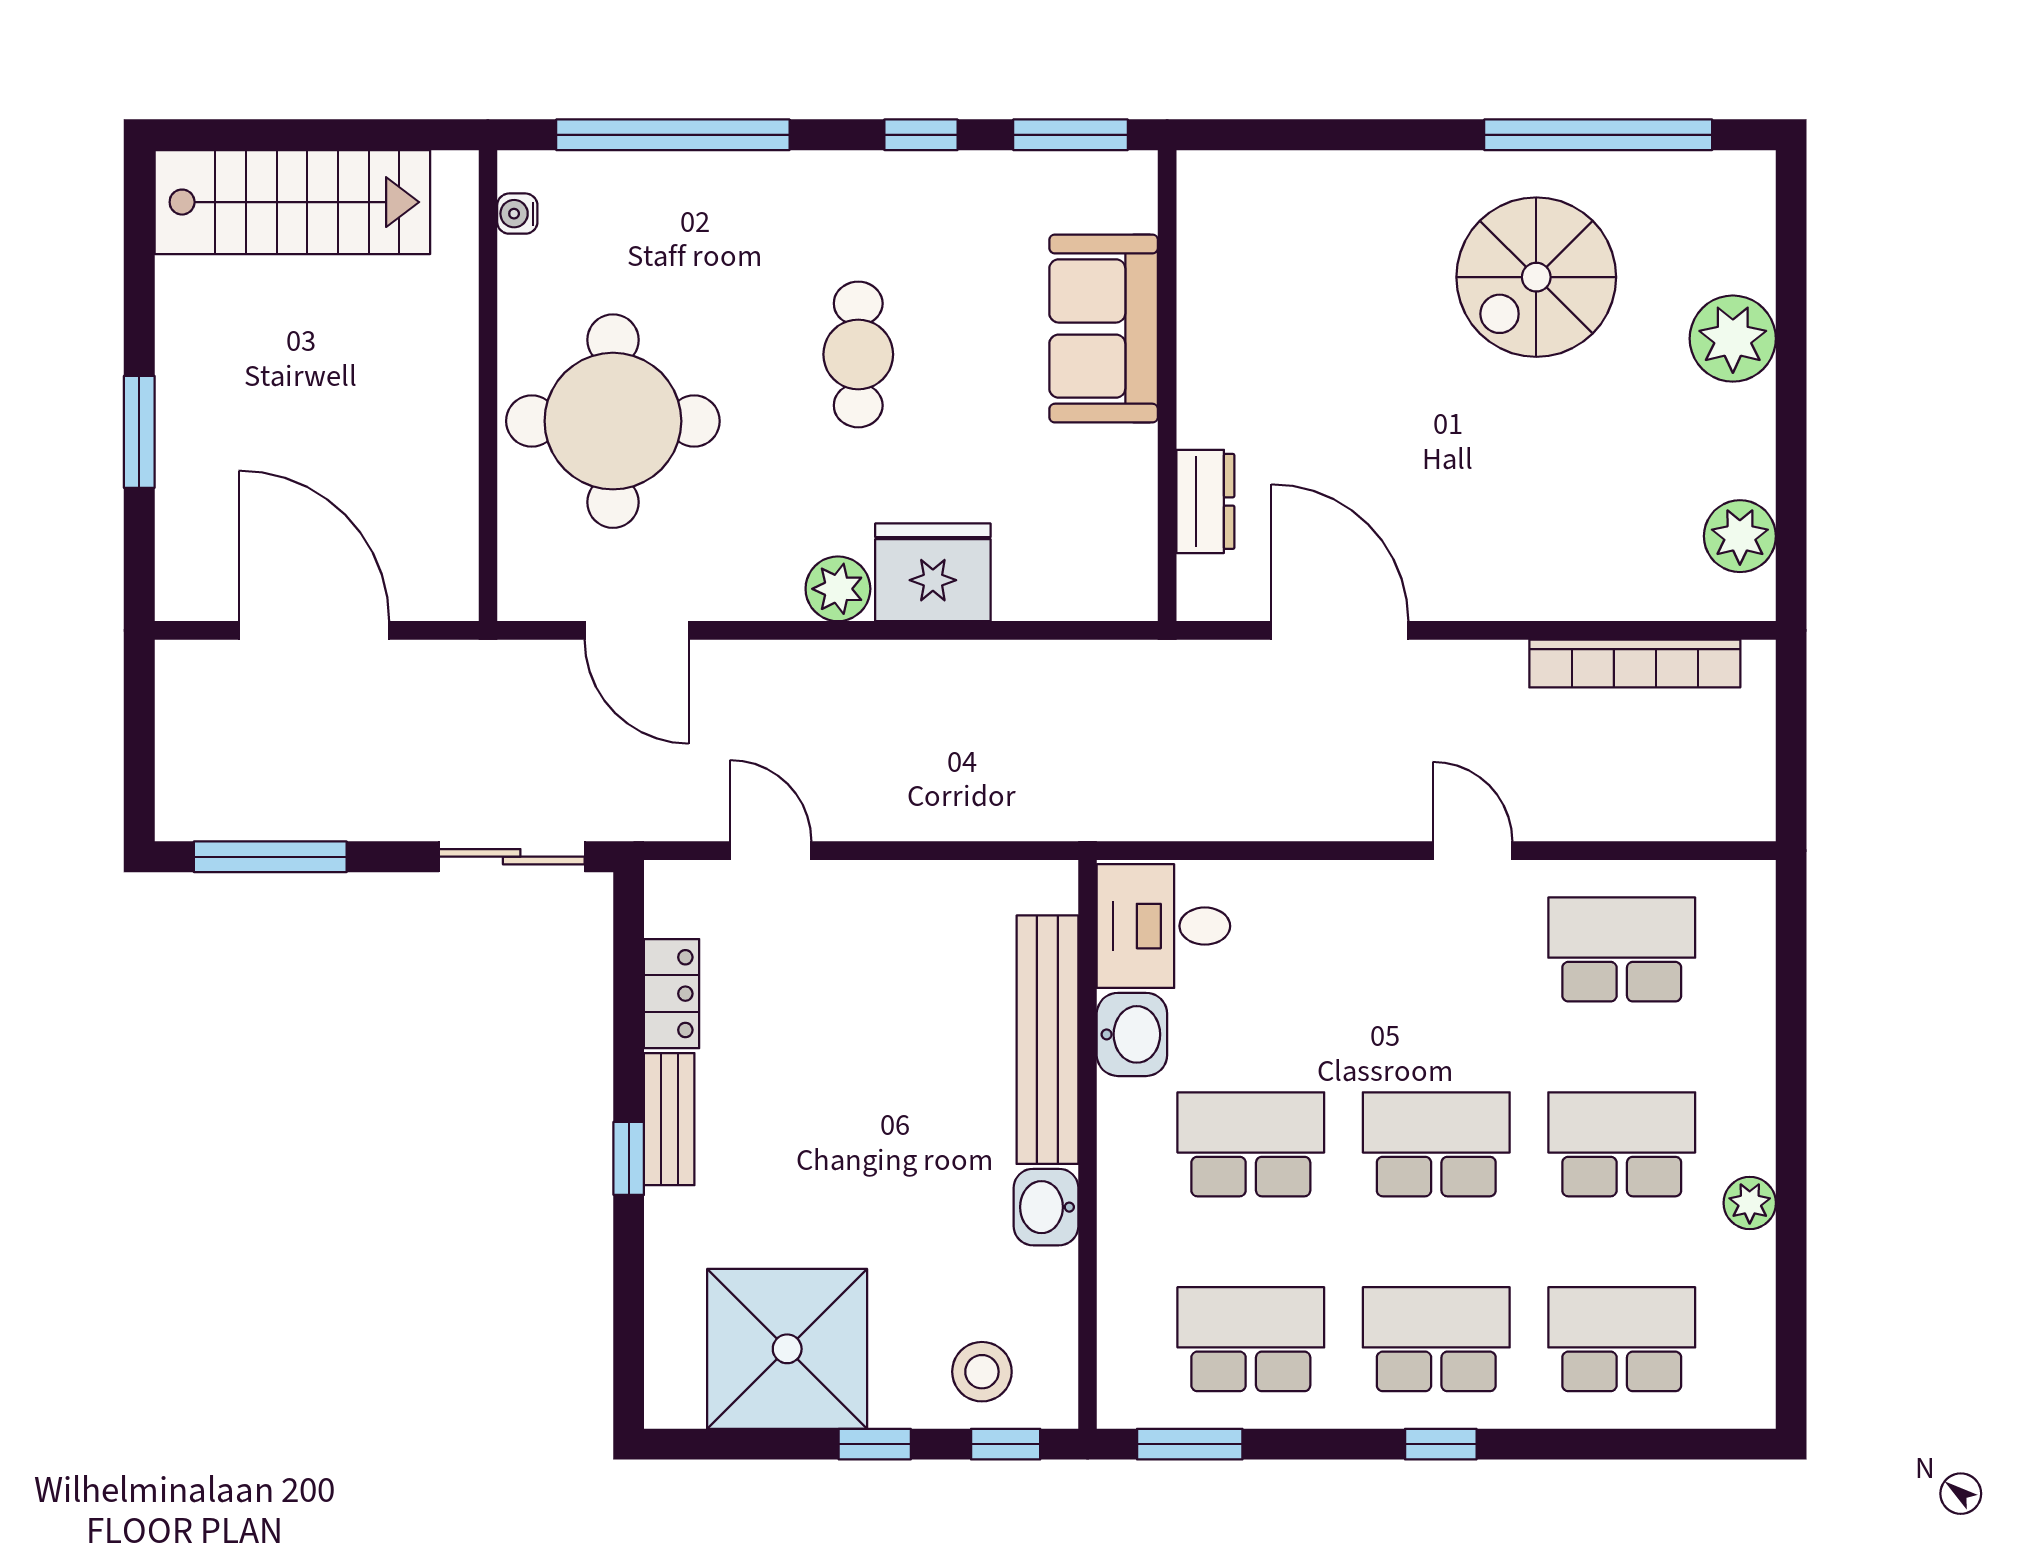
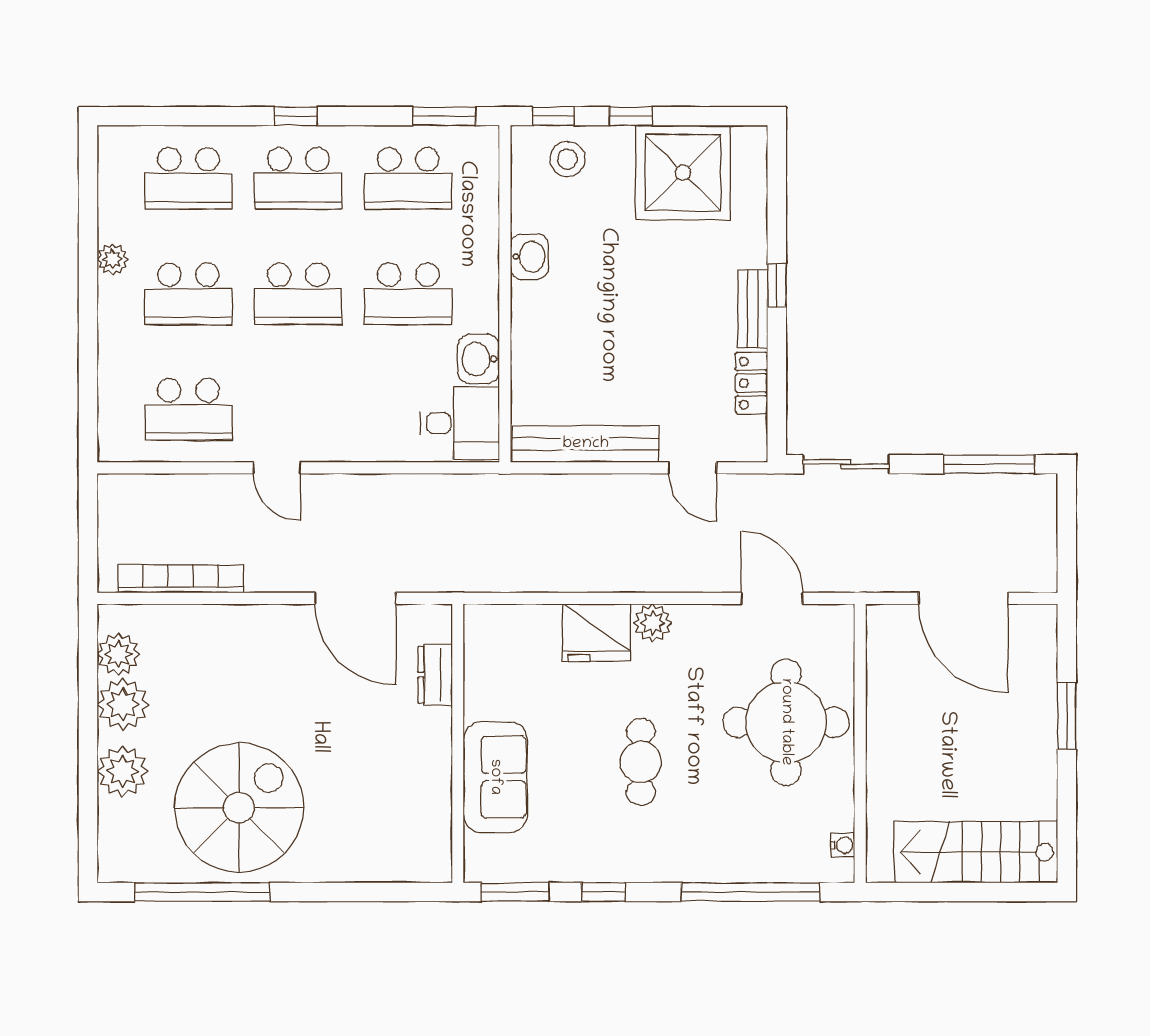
spiral stairs: (1536, 277) -> (239, 808), width x1.37, depth x1.37
plant: (1732, 452) -> (123, 704), added
bench: (1047, 1040) -> (586, 444), moved, turned 90

